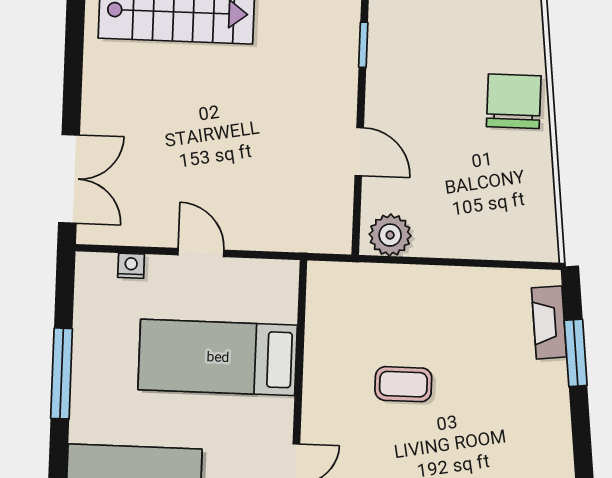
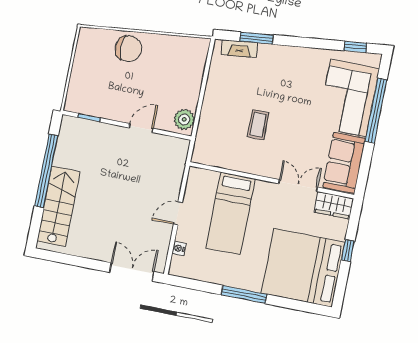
chair: (514, 101) -> (128, 49), turned 180
window: (62, 373) -> (244, 294), moved

